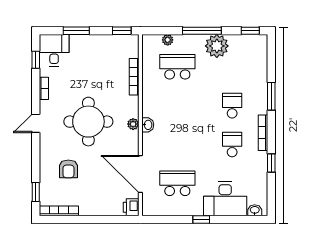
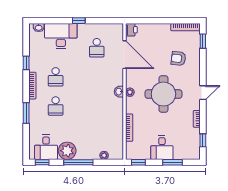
desk: (54, 50) -> (162, 148), moved
desk: (245, 51) -> (46, 147), added
school desk: (177, 67) -> (97, 135), removed
armchair: (68, 169) -> (178, 59), turned -83
school desk: (177, 183) -> (97, 48), width x0.54

